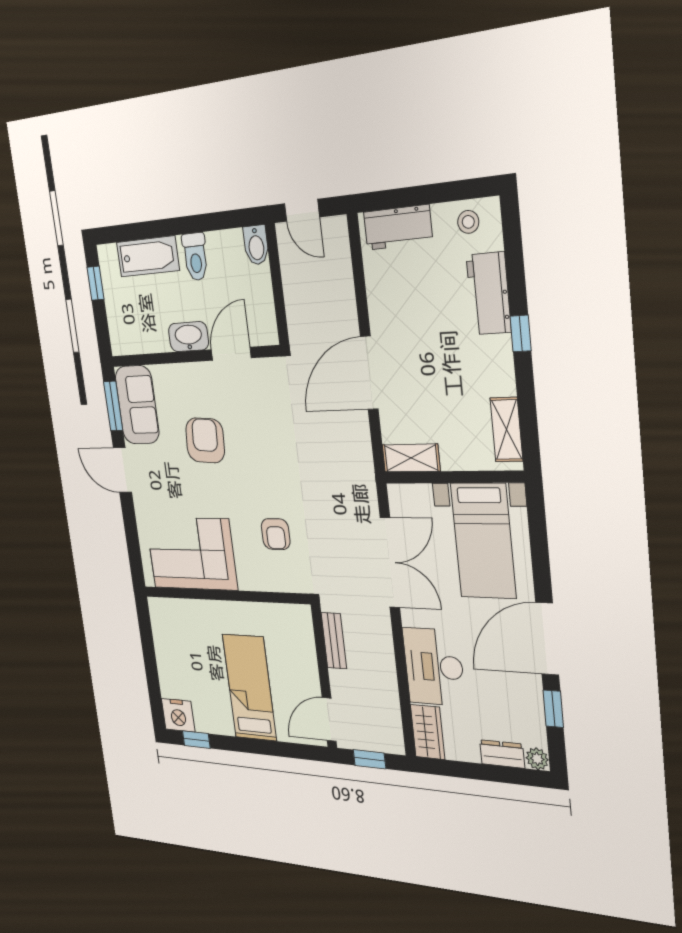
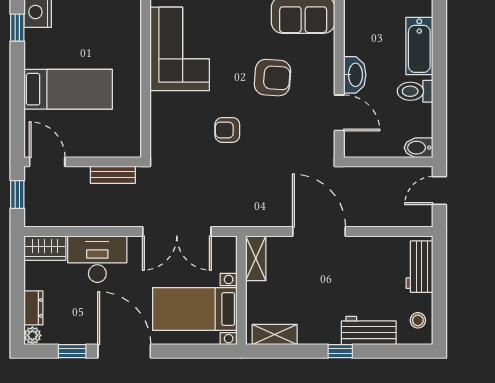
armchair: (276, 534) -> (227, 130), moved

